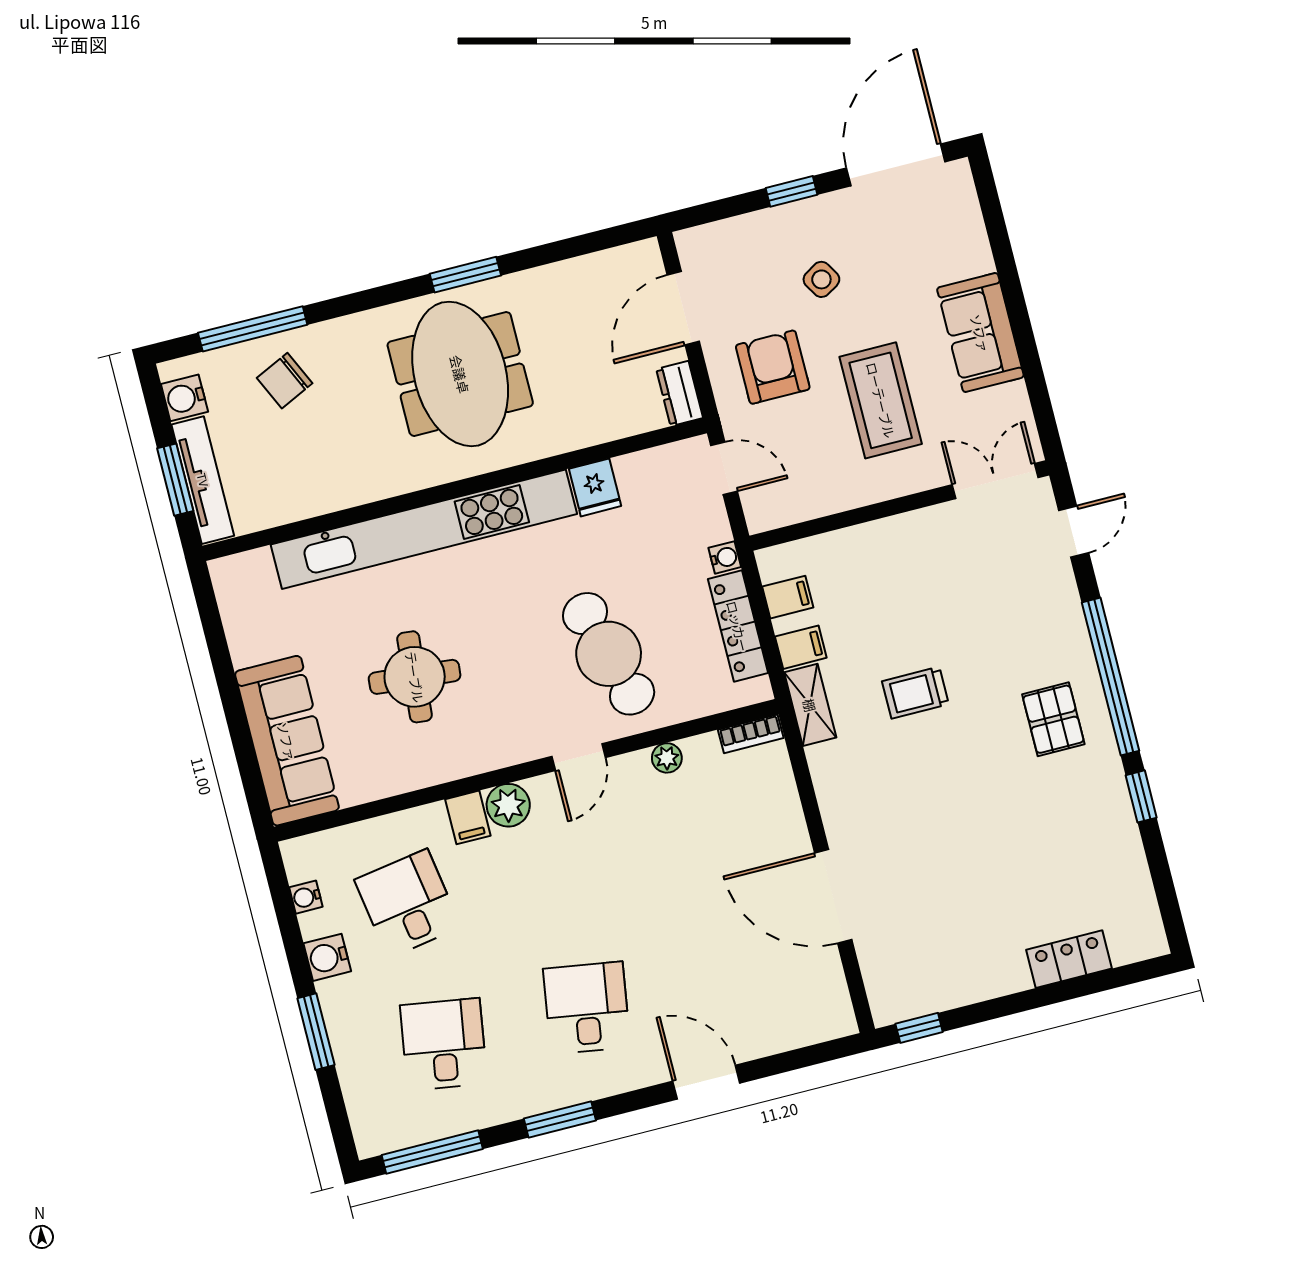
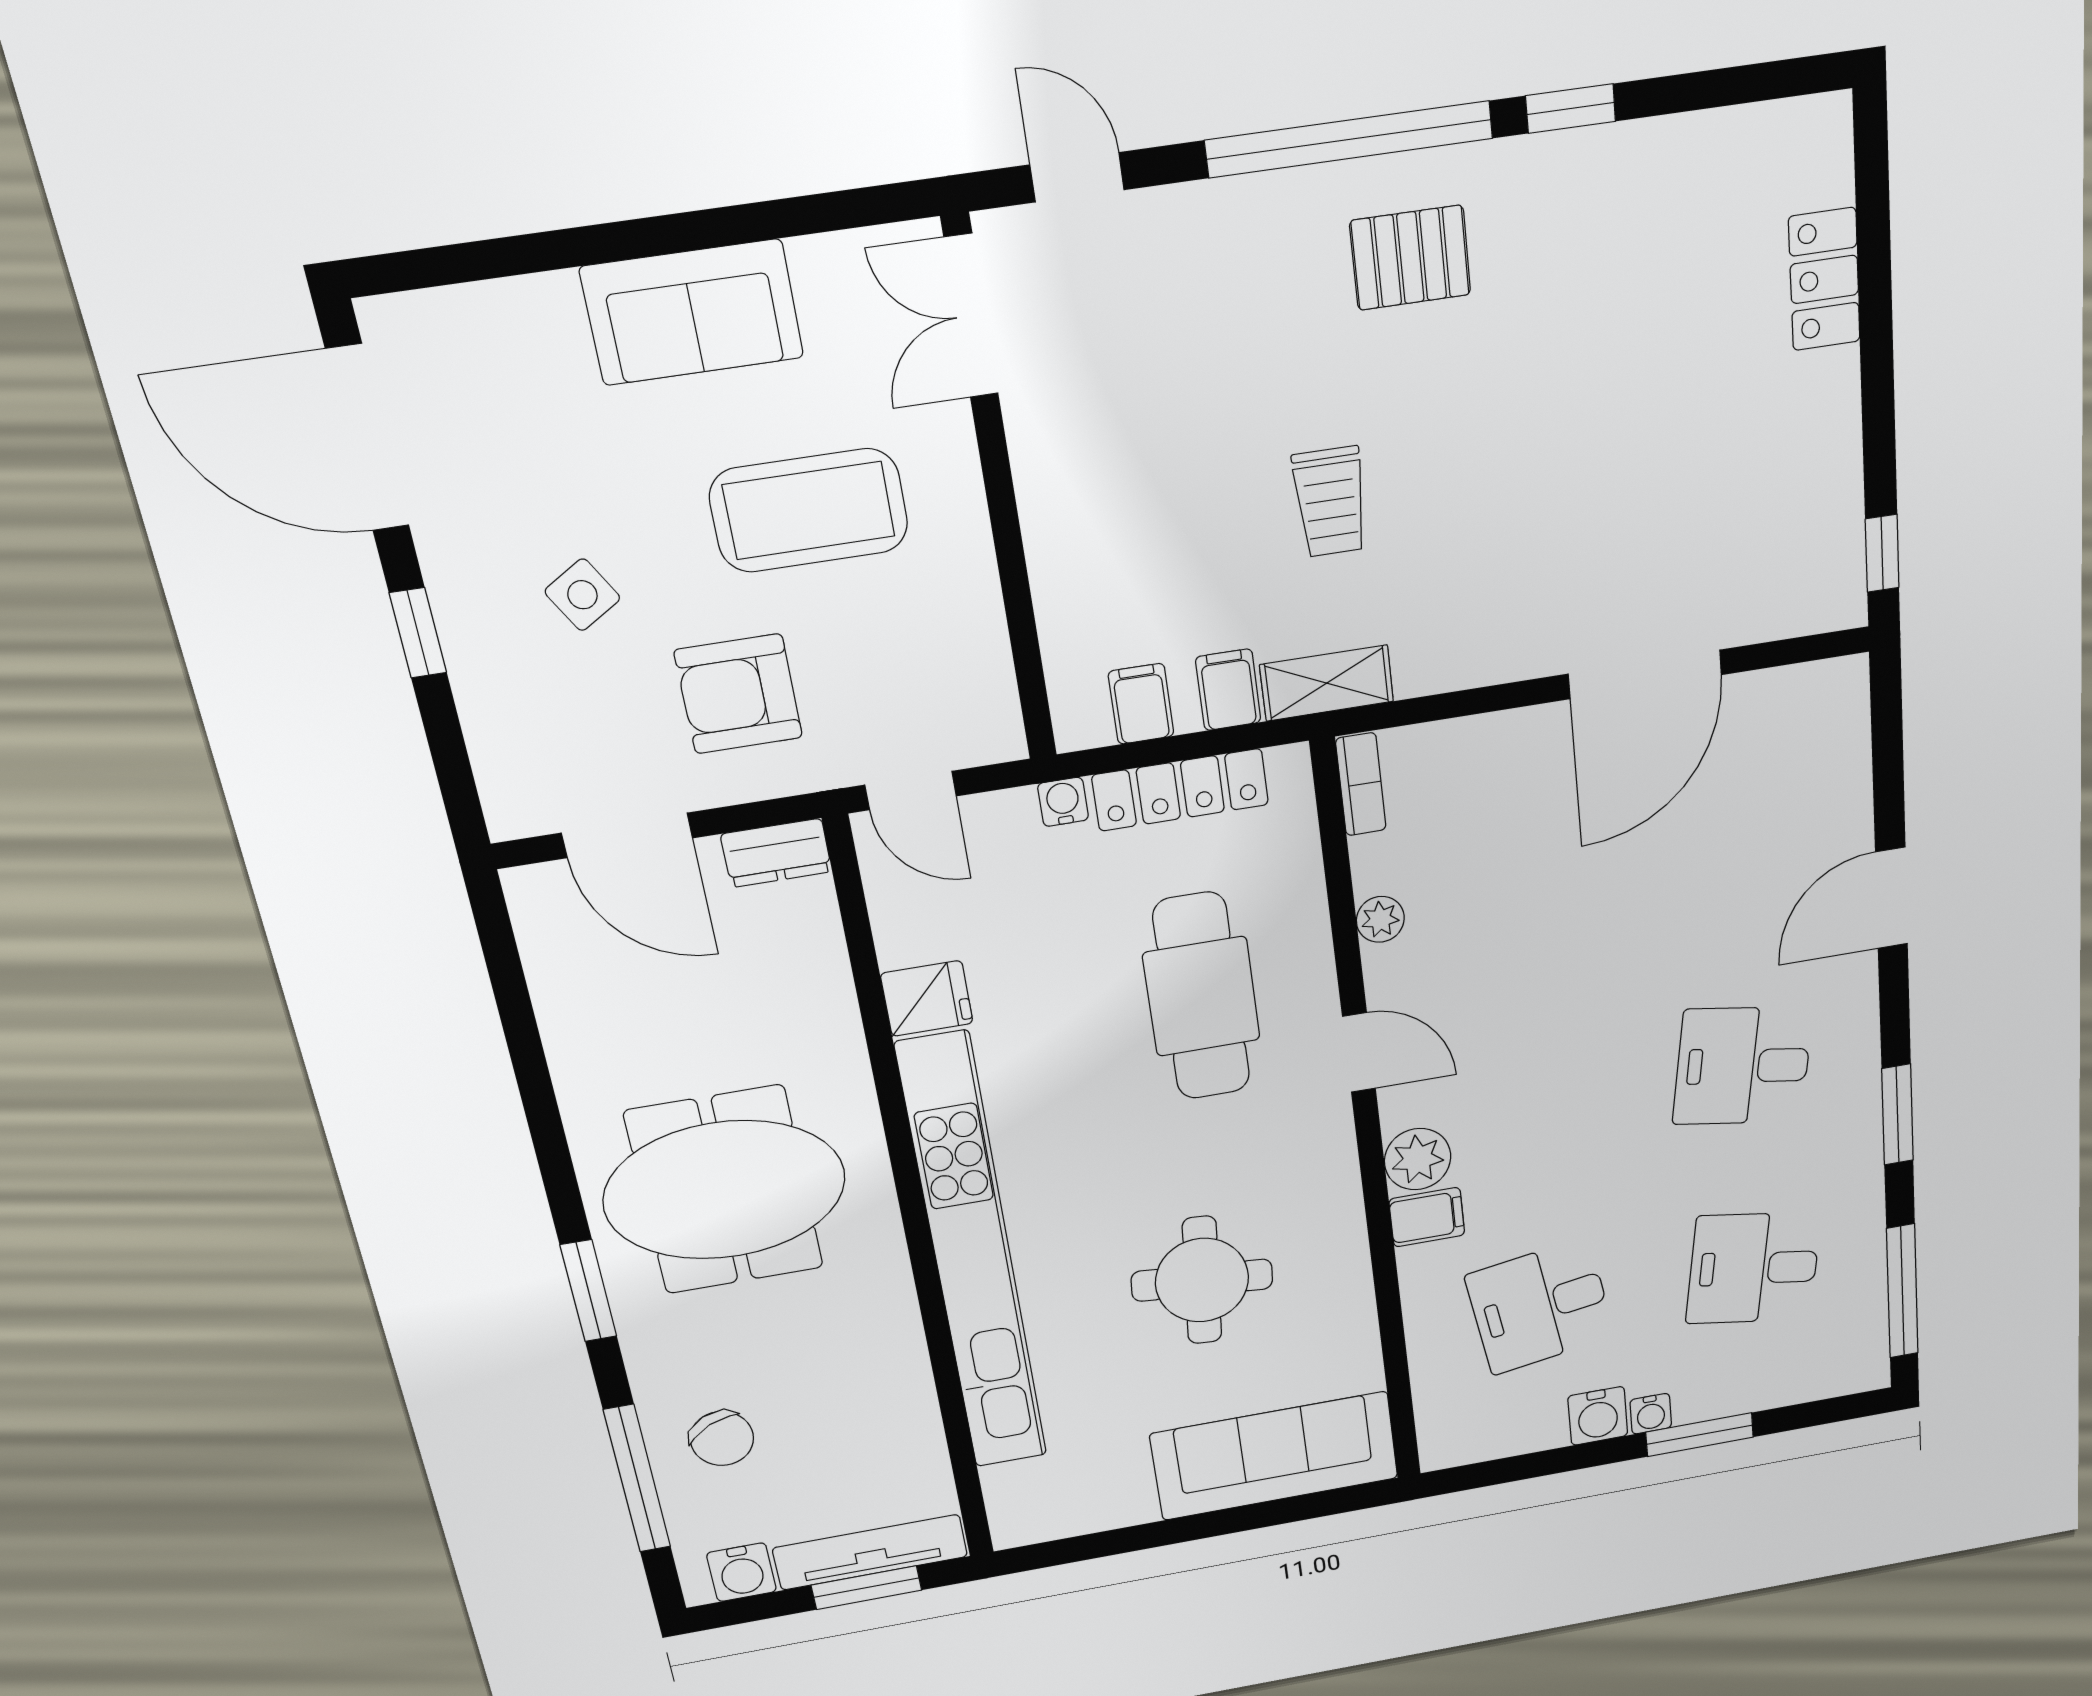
window: (465, 275) -> (588, 1291), moved
door: (724, 468) -> (911, 791), swing flipped
cafe table: (609, 654) -> (1201, 996), turned -74
water cooler: (306, 897) -> (1651, 1414), moved

